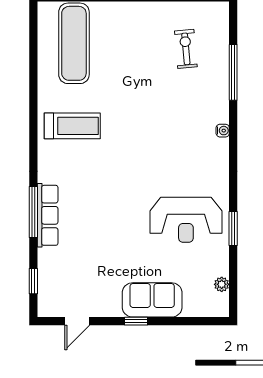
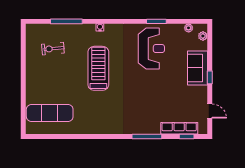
treadmill: (72, 126) -> (98, 68), moved, width x1.37, depth x1.38
row of seats: (48, 215) -> (179, 128), moved
plant: (208, 309) -> (203, 36), added

